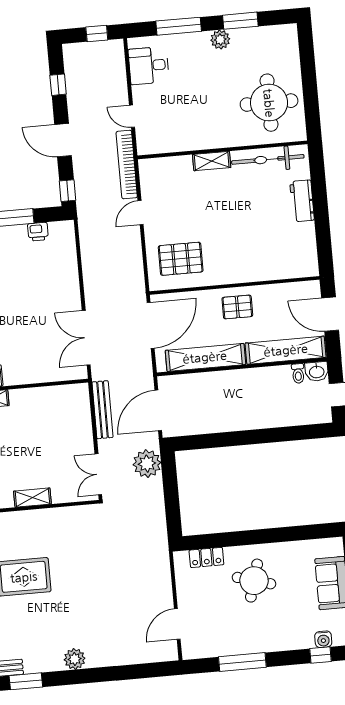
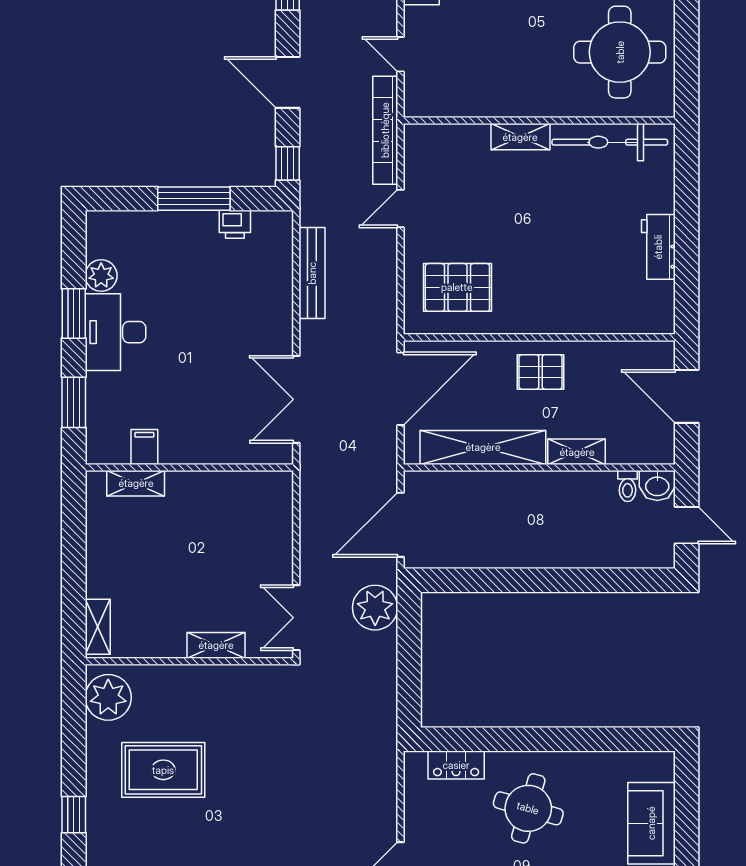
workbench: (302, 201) -> (658, 247), moved
shelving: (286, 350) -> (577, 452), width x0.45, depth x0.75
bench: (102, 410) -> (312, 273), moved
shelving: (32, 498) -> (216, 645), moved

